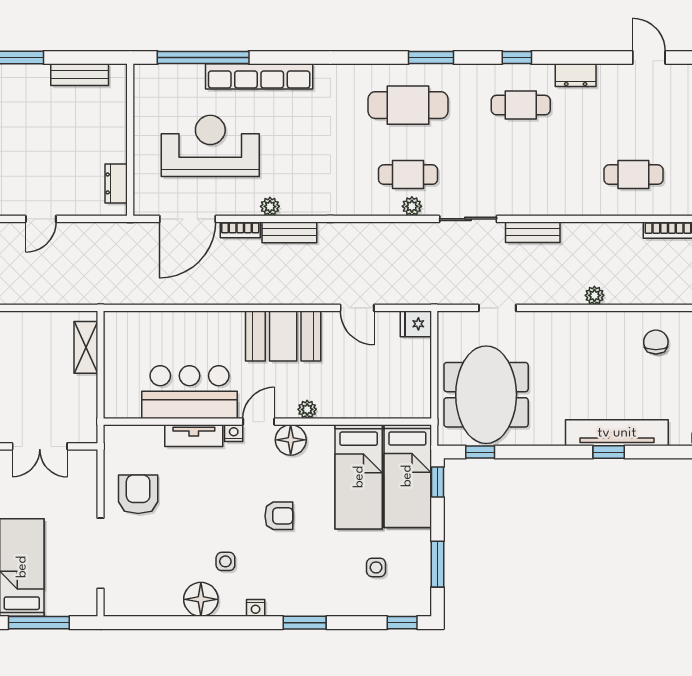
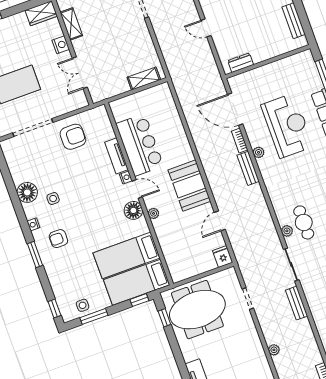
reception desk: (210, 146) -> (287, 126), moved
armchair: (279, 516) -> (58, 239), moved, turned 90
side table: (376, 567) -> (83, 305), moved

